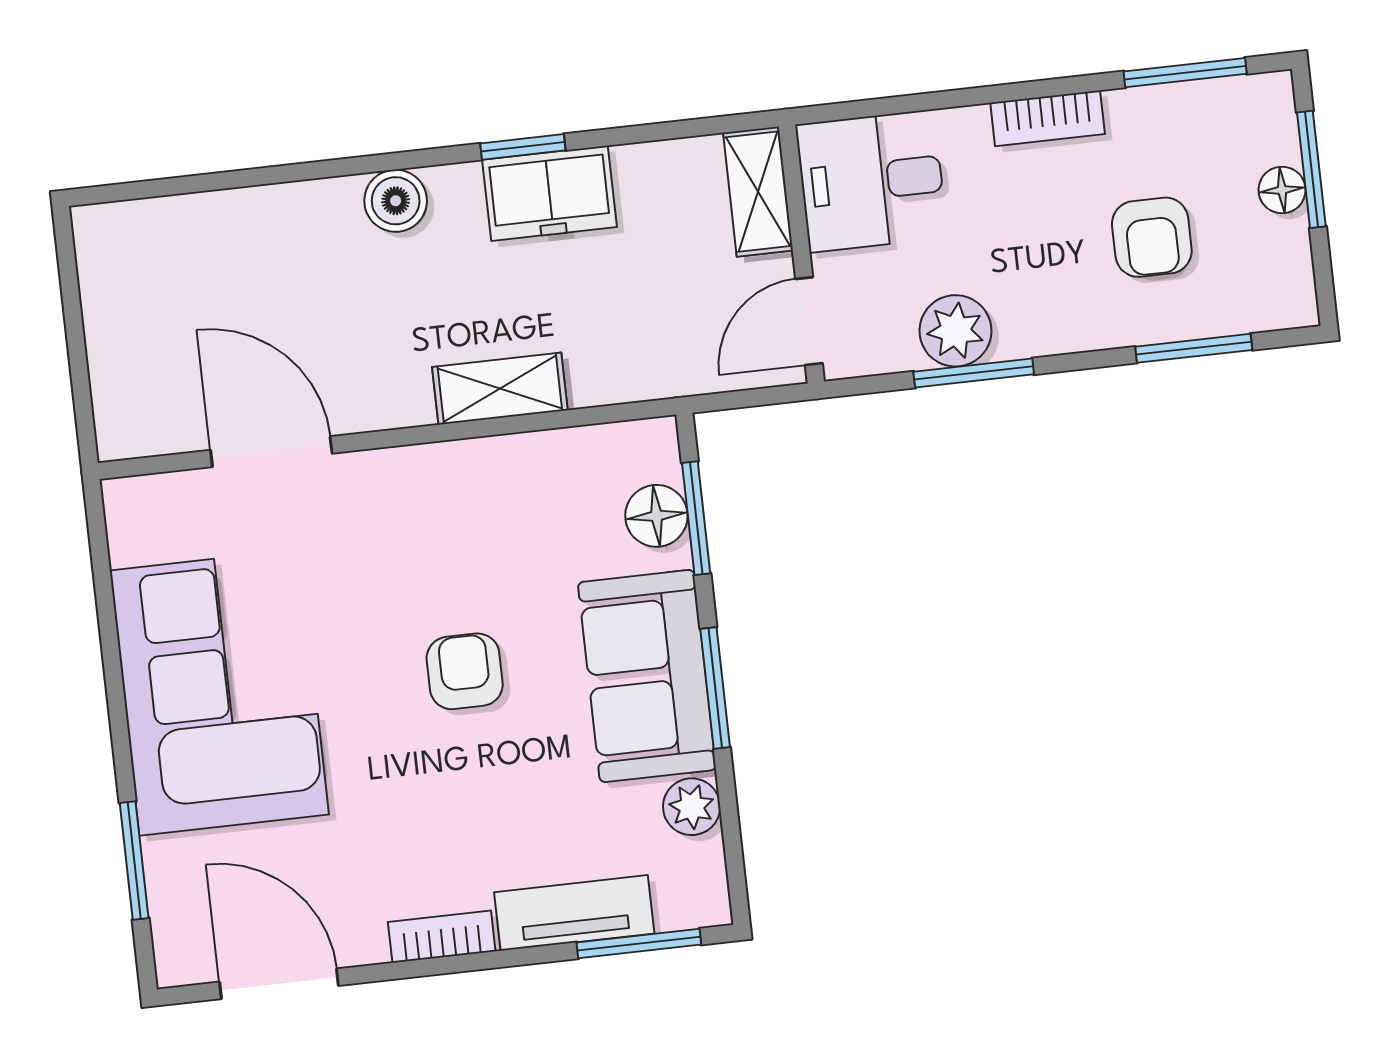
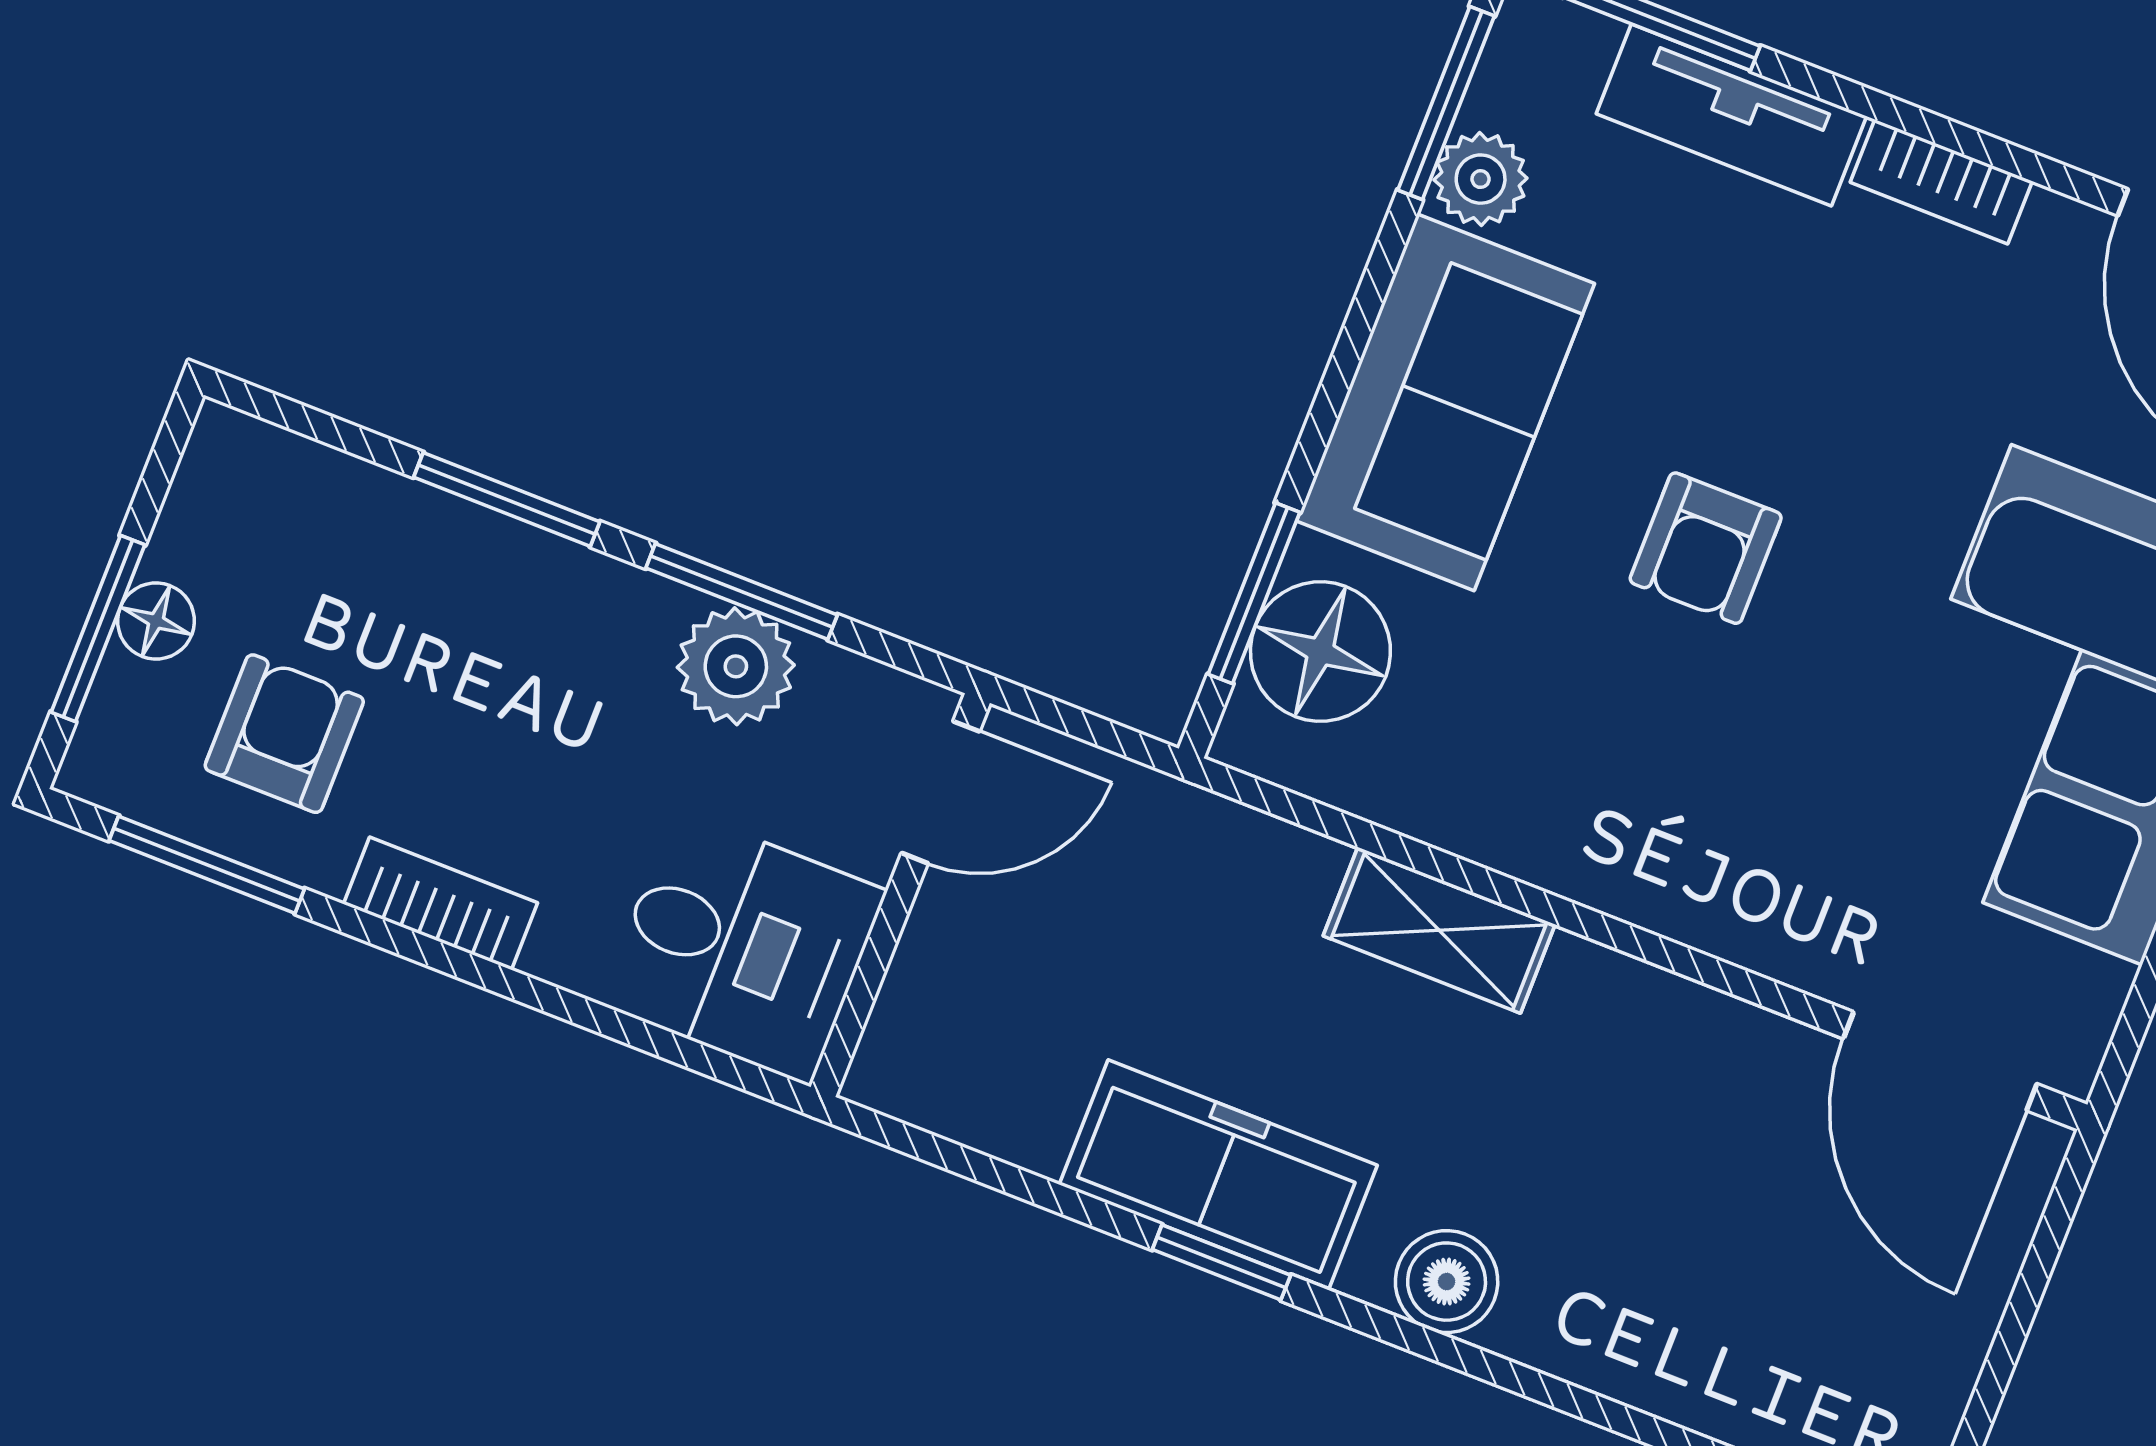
shelving: (758, 192) -> (915, 1018), removed
freezer: (550, 193) -> (1218, 1175), width x1.40
armchair: (1152, 237) -> (284, 734), moved
window: (1194, 348) -> (507, 499), moved
door: (271, 452) -> (1940, 1061), moved
floor lamp: (656, 516) -> (1320, 651), width x1.38, depth x1.38
window: (715, 688) -> (1446, 103), moved

